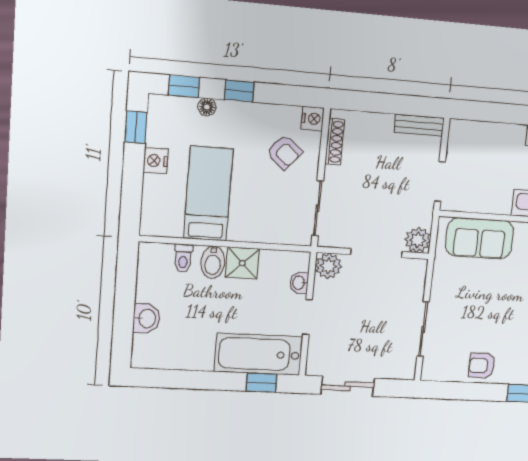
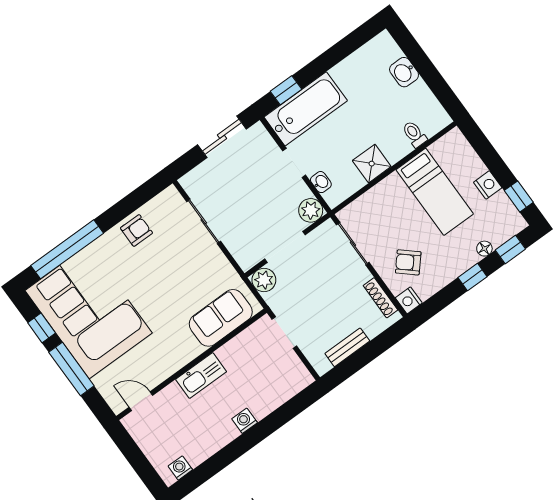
bench: (419, 125) -> (347, 347), moved
bidet: (213, 262) -> (392, 148), removed

